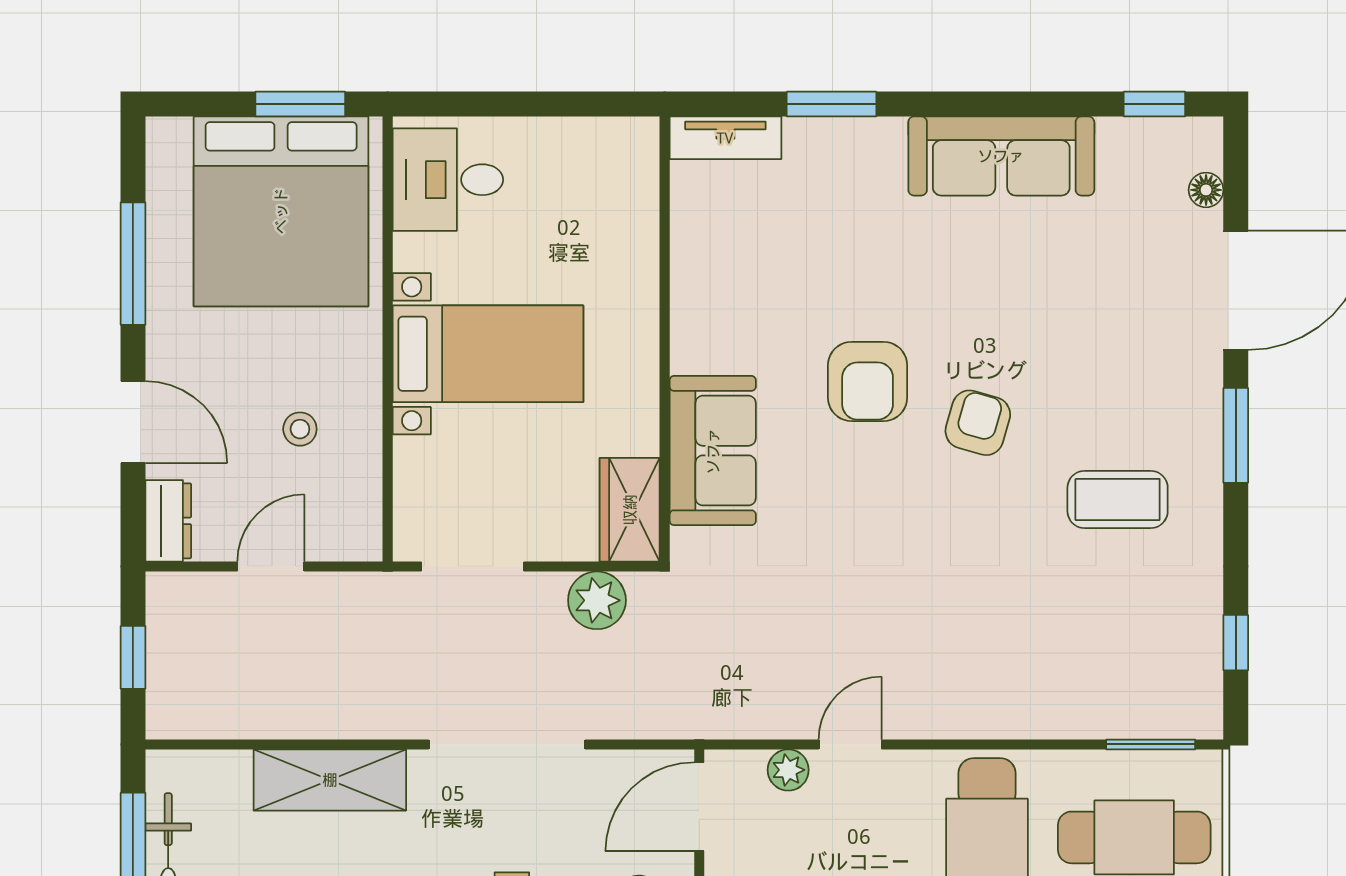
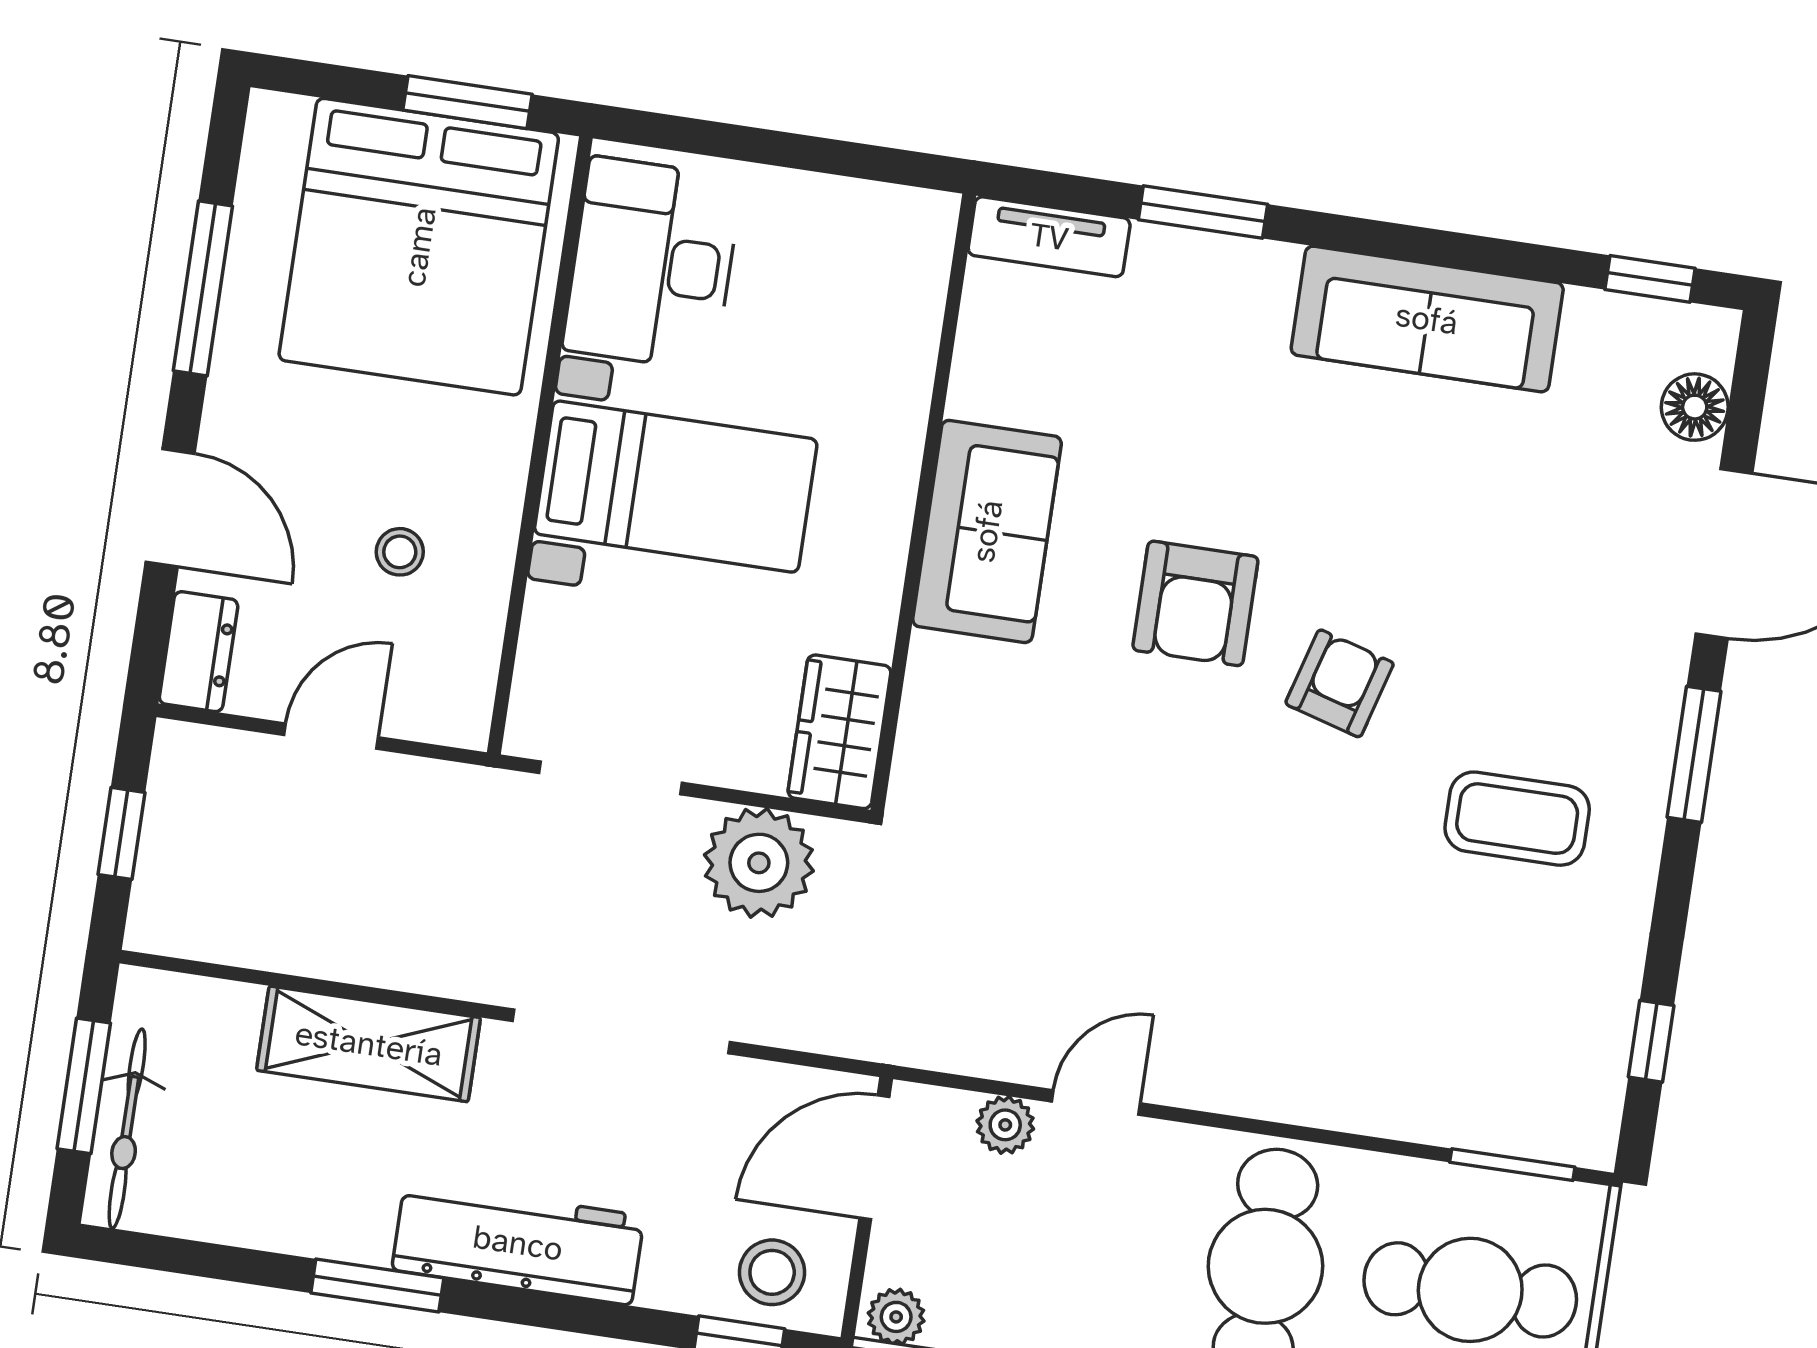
desk: (448, 180) -> (652, 264), width x1.37
floor lamp: (1206, 190) -> (1695, 407), width x1.37, depth x1.37
sofa: (713, 451) -> (987, 531), moved
plant: (597, 600) -> (759, 863), width x1.36, depth x1.36

